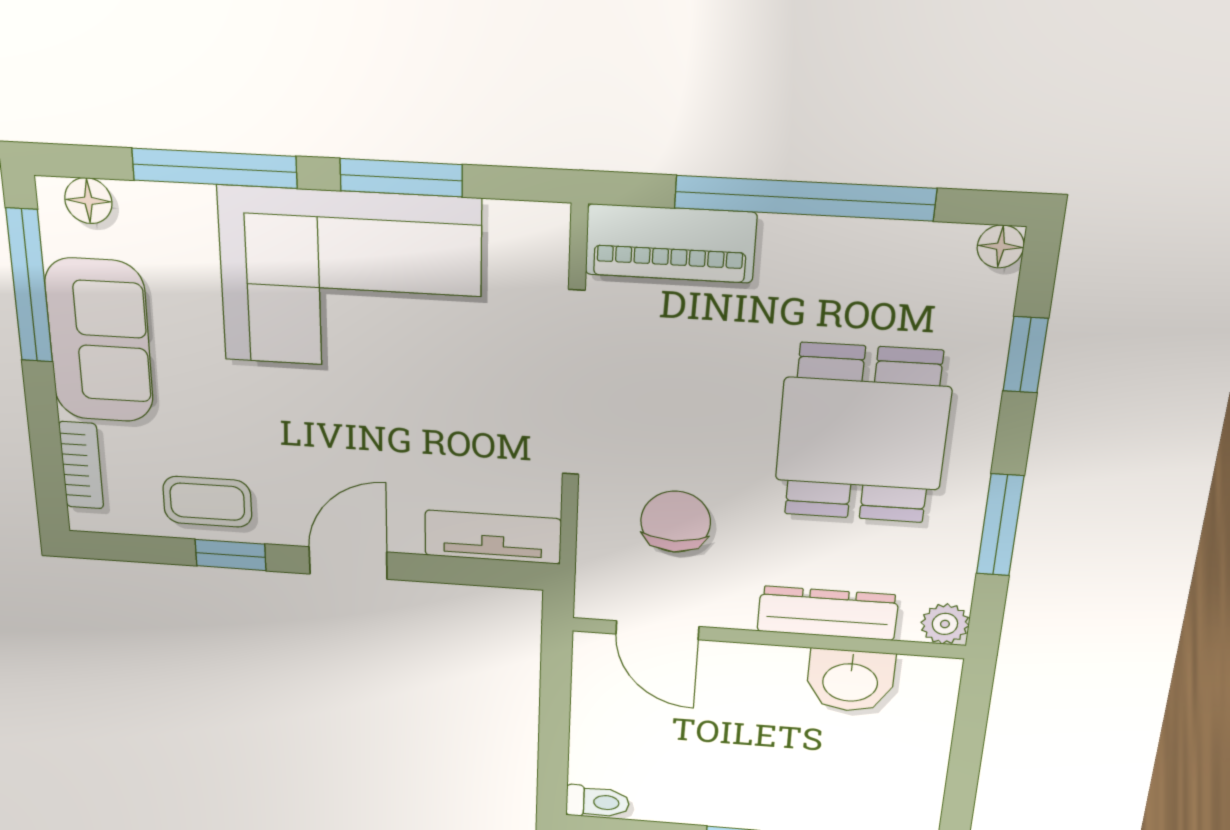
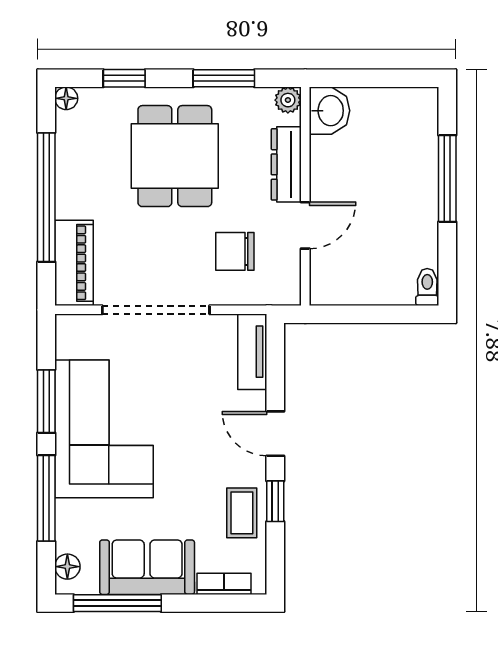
dining table: (862, 434) -> (175, 156), turned 90
door: (657, 630) -> (305, 225), moved
washbasin: (850, 681) -> (329, 111), moved

